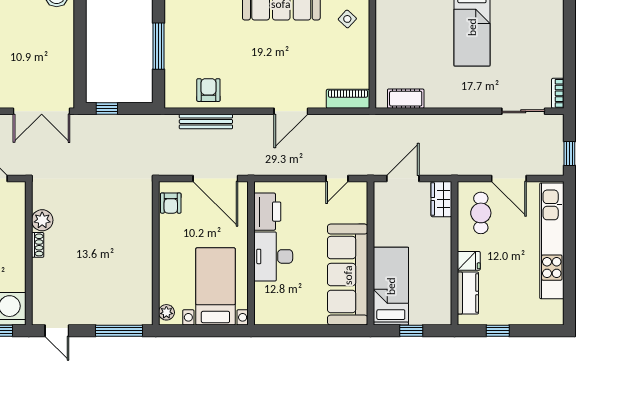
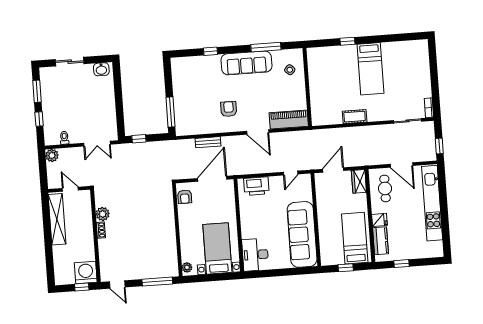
window: (159, 46) -> (171, 112), moved
armchair: (208, 90) -> (229, 109), moved
piano: (348, 99) -> (289, 120), width x1.37, depth x1.33
cot: (406, 99) -> (355, 117), moved
double door: (42, 111) -> (97, 144), width x0.73
door: (291, 111) -> (258, 132), hinge flipped
bench: (206, 121) -> (208, 142), width x0.73
door: (215, 179) -> (212, 179), swing flipped
printer: (267, 212) -> (256, 186), moved, turned 90
desk: (273, 256) -> (255, 255), moved
bed: (391, 286) -> (355, 238), moved

